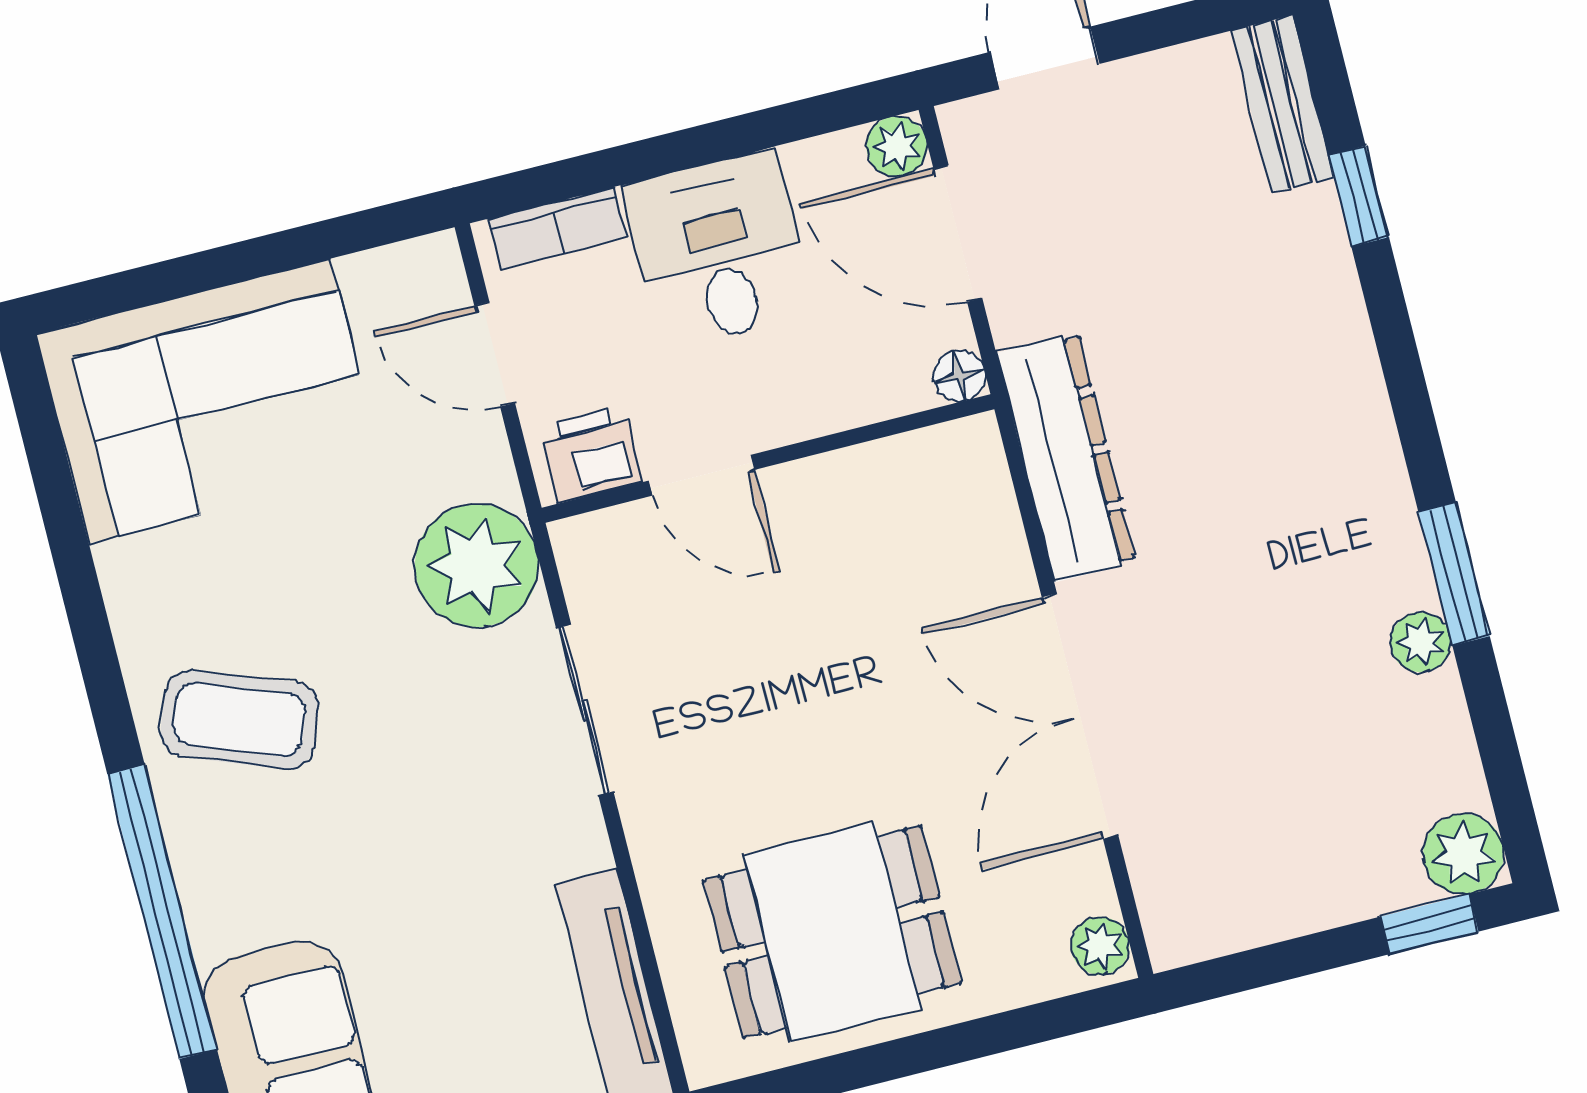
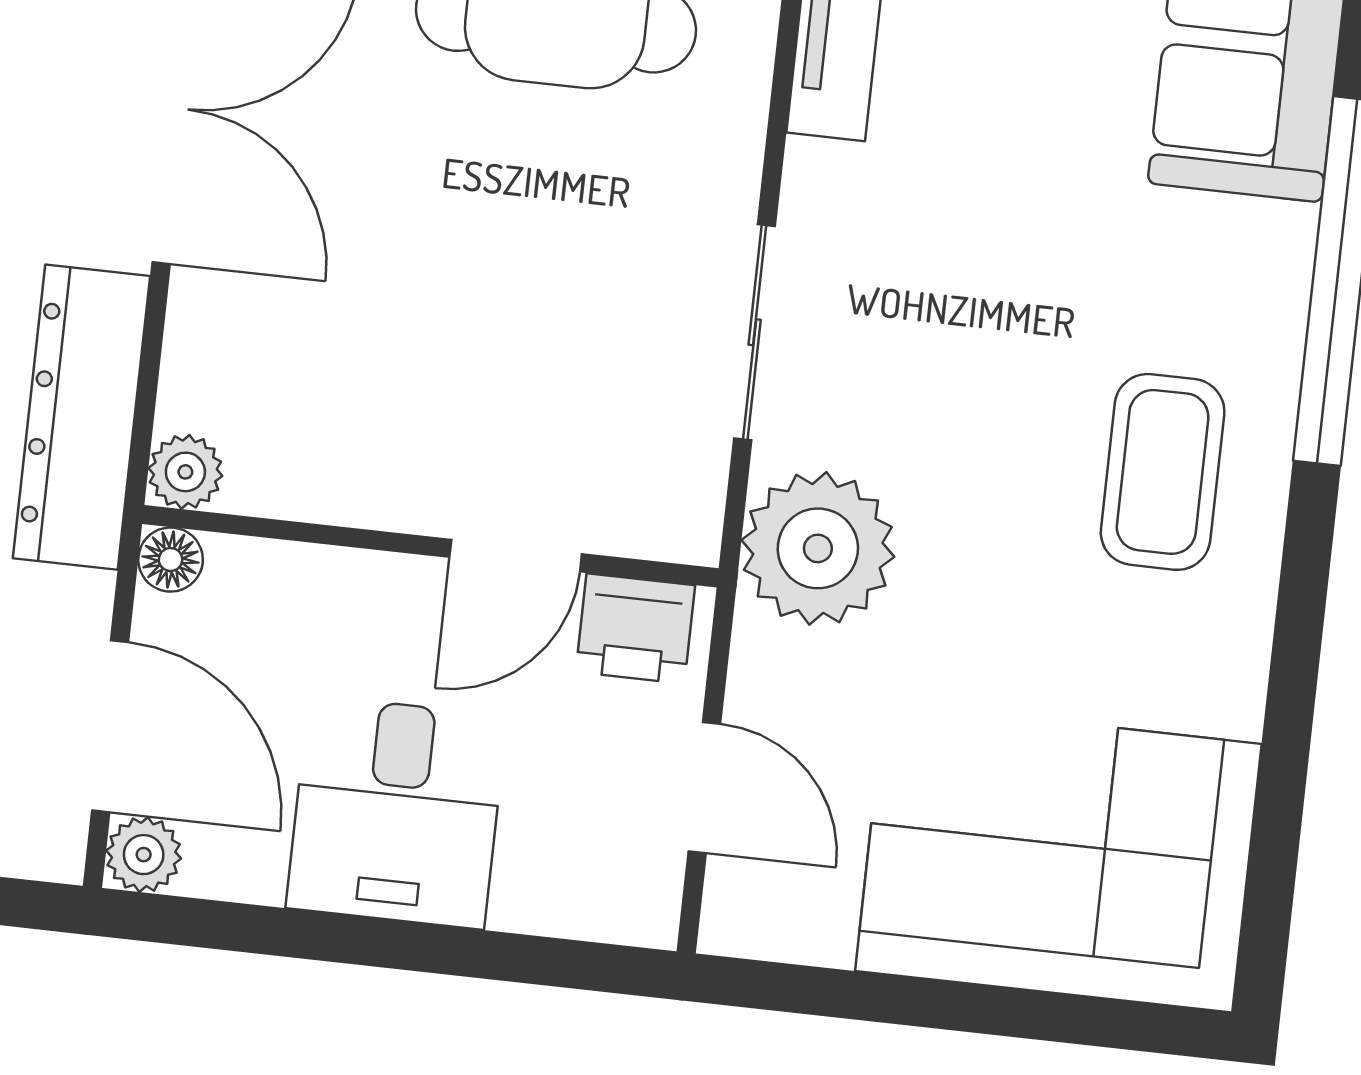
bookcase: (557, 228) -> (576, 908), removed
plant: (973, 445) -> (185, 472), added
door: (701, 475) -> (516, 556), swing flipped
coffee table: (239, 720) -> (1163, 472), turned 69

